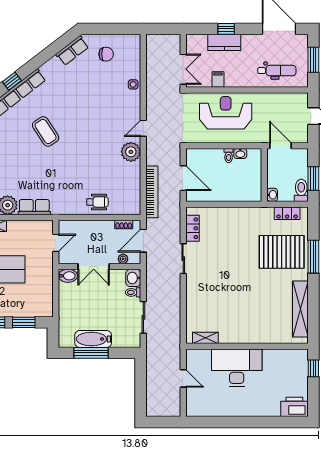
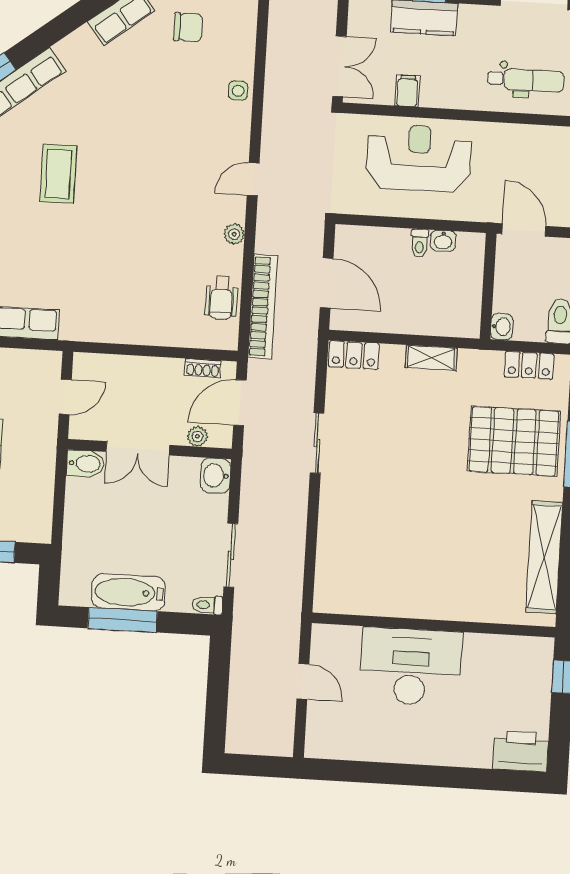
coffee table: (46, 131) -> (58, 174), turned 33
plant: (131, 152) -> (234, 234), width x0.53, depth x0.53
wheelchair: (97, 202) -> (221, 298), moved, turned 90
locker: (192, 228) -> (354, 355), moved, turned 90
toilet: (133, 292) -> (207, 605), moved
shelving: (205, 338) -> (431, 358), moved

